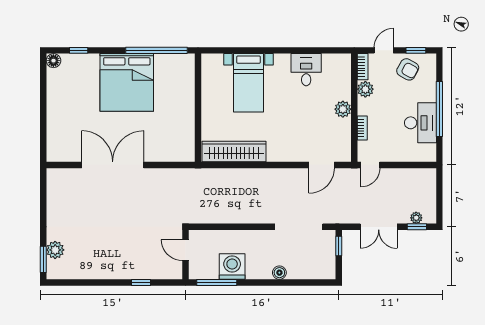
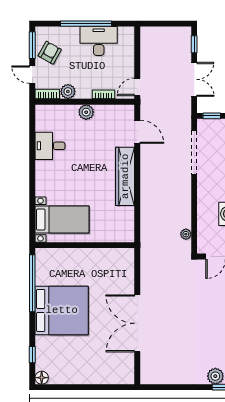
window: (416, 50) -> (32, 45), width x1.50
bed with nightstands: (248, 83) -> (62, 220), moved
wardrobe: (234, 152) -> (125, 176), moved
door: (370, 165) -> (137, 87), swing flipped
plant: (416, 218) -> (186, 234), moved

